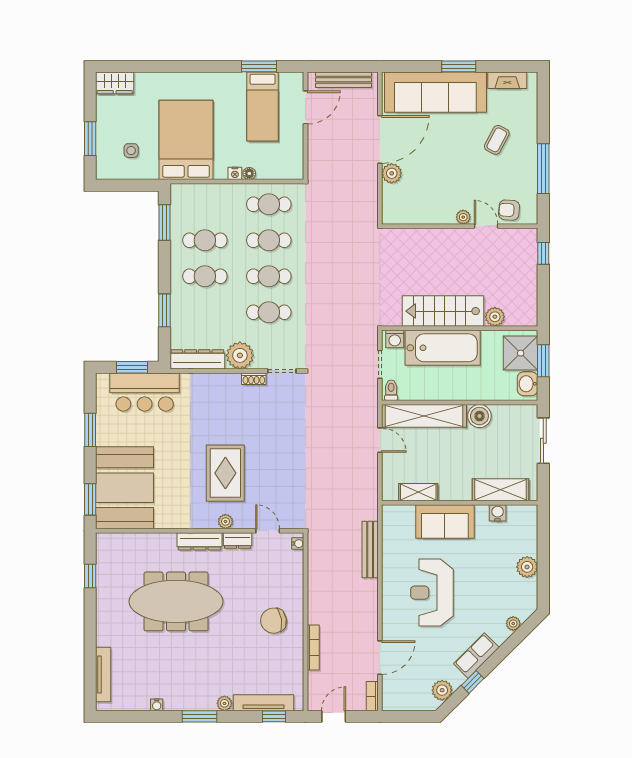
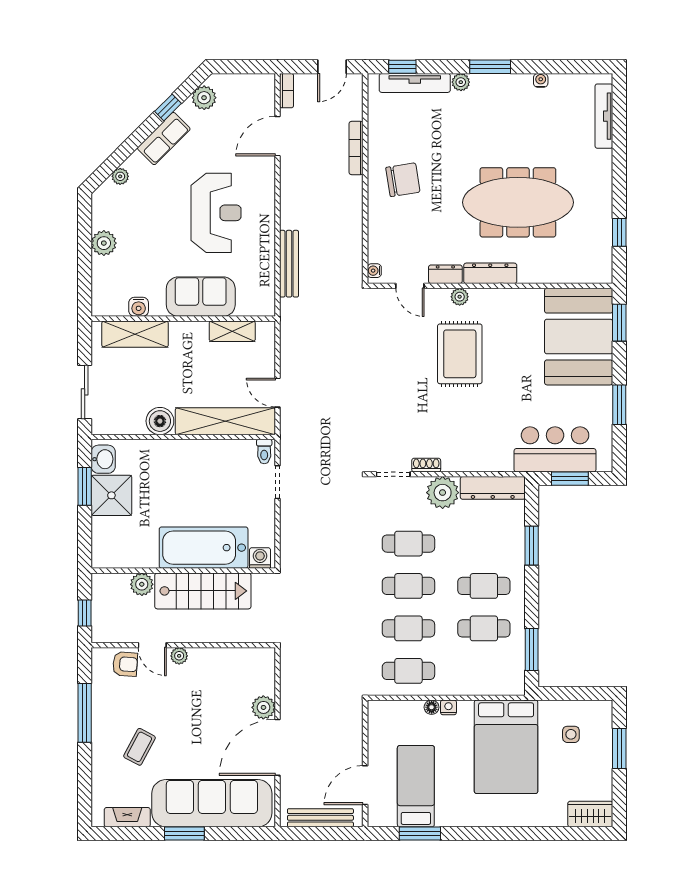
stairs: (443, 311) -> (203, 591), moved
plant: (495, 317) -> (142, 584), moved
wall: (460, 328) -> (183, 571), moved
washing machine: (395, 339) -> (260, 558), moved
bathtub: (443, 348) -> (204, 548), moved

